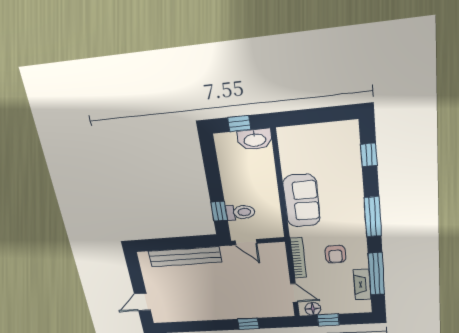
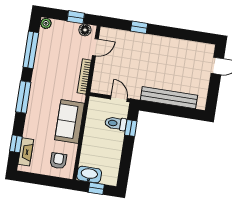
armchair: (335, 254) -> (58, 161), moved
fireplace: (362, 284) -> (26, 152), moved
door: (294, 293) -> (95, 47), swing flipped
plant: (364, 307) -> (46, 23), added

